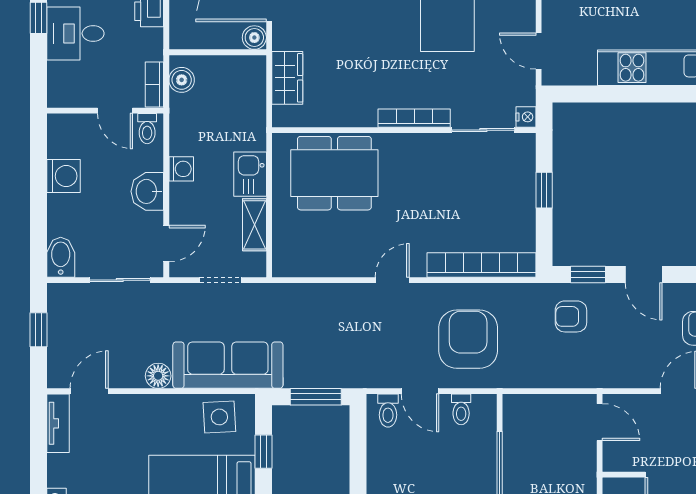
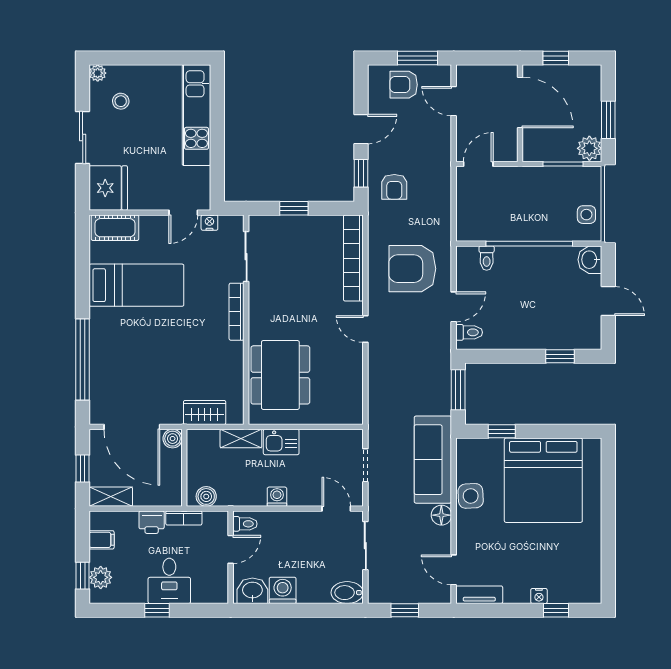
bookcase: (154, 85) -> (184, 518), moved
nightstand: (526, 117) -> (209, 223), moved
washbasin: (147, 191) -> (252, 591), moved, turned 180
shelving: (255, 225) -> (241, 438), moved
toilet: (461, 409) -> (487, 258), moved, turned 90
side table: (219, 417) -> (471, 496), moved

